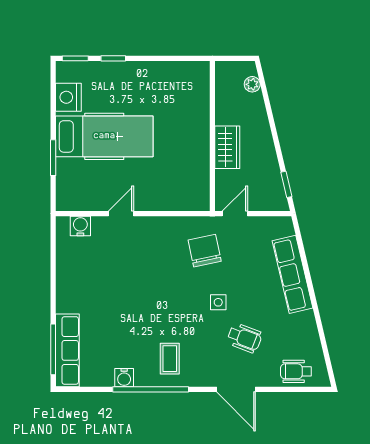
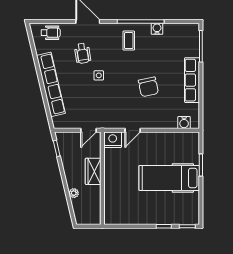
plant: (252, 84) -> (74, 193), moved
nightstand: (68, 97) -> (113, 140), moved, turned -90
door: (121, 214) -> (133, 130), moved
chair: (205, 251) -> (148, 87), moved
row of seats: (293, 274) -> (51, 84), width x1.36
wheelchair: (244, 338) -> (83, 53), turned -120
row of seats: (67, 350) -> (192, 80), moved

